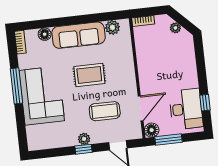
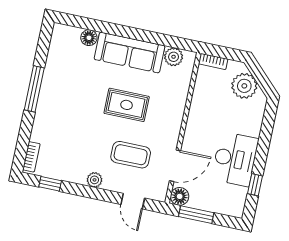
plant: (175, 28) -> (244, 86), width x1.87, depth x1.87
bookcase: (20, 42) -> (31, 157), moved
corner sofa: (42, 96) -> (61, 111), removed
desk: (186, 109) -> (235, 159), moved
window: (83, 149) -> (50, 184), moved

